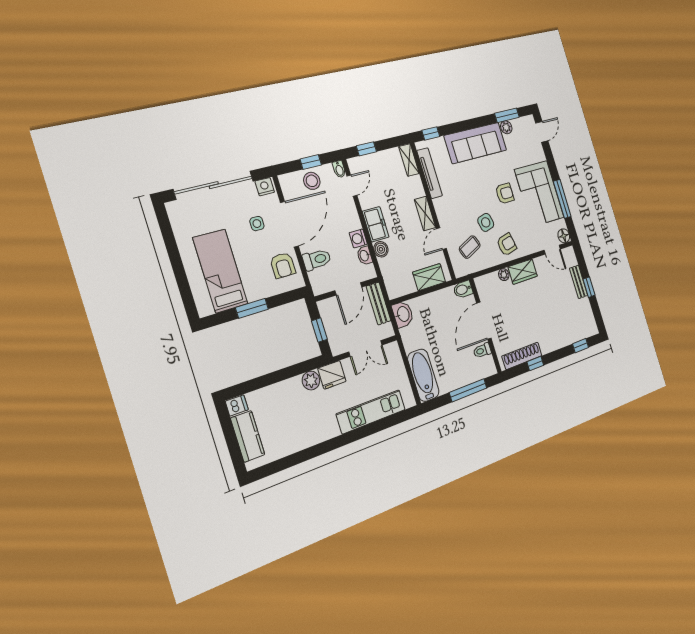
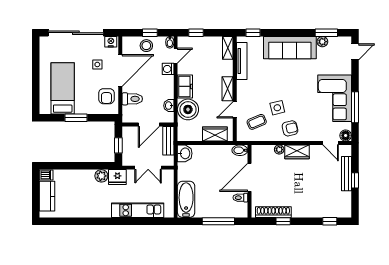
armchair: (505, 193) -> (302, 91), removed
washing machine: (358, 238) -> (168, 69), moved
boiler: (381, 249) -> (188, 109), width x1.86, depth x1.86
bench: (579, 282) -> (346, 174), width x1.36

